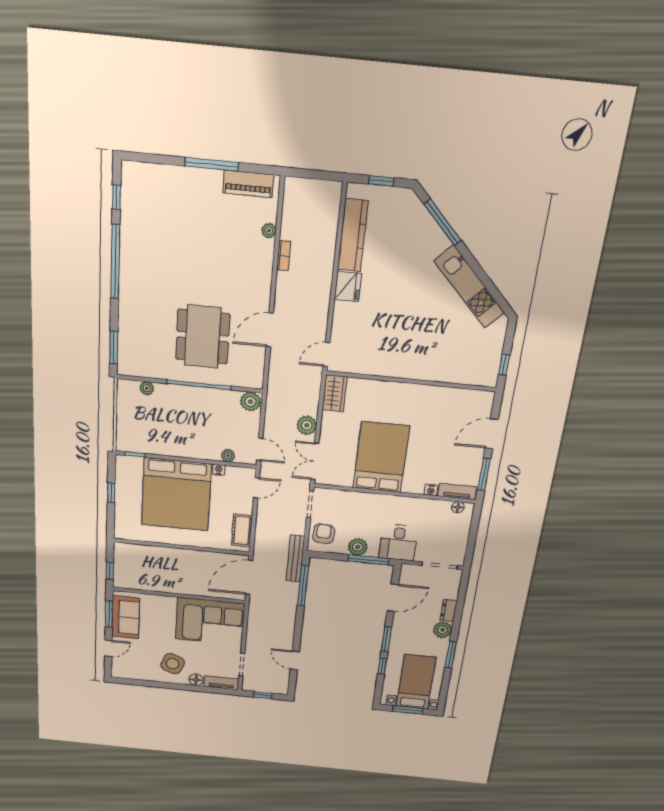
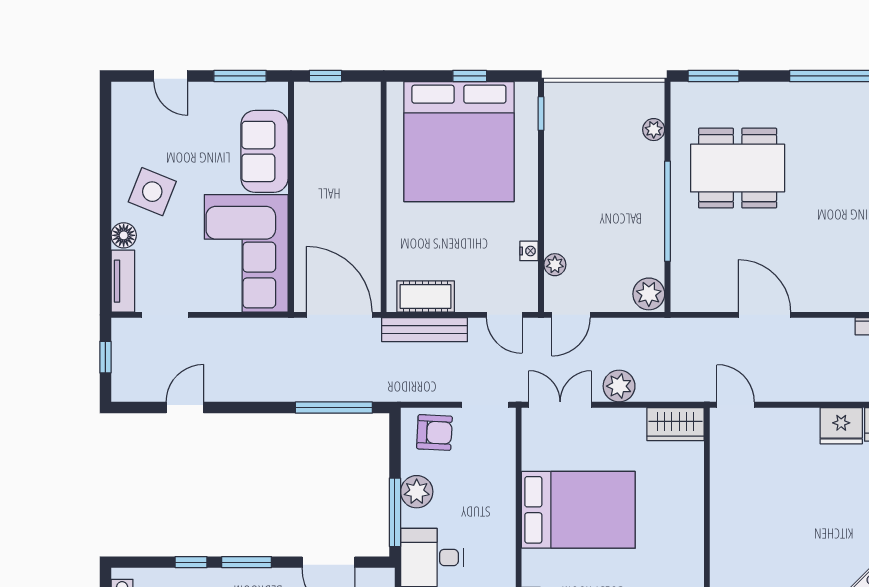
dining table: (203, 337) -> (738, 168), moved
bed: (176, 494) -> (459, 142), moved, turned -90
bench: (295, 558) -> (425, 330), moved
sofa: (126, 617) -> (264, 151), moved, turned 90

